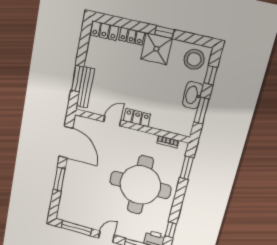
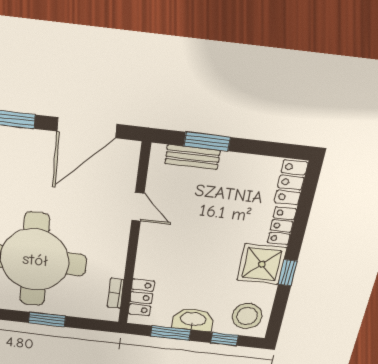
bench: (85, 87) -> (192, 157), width x0.73
locker: (137, 118) -> (141, 298), moved
window: (187, 168) -> (47, 319), moved

